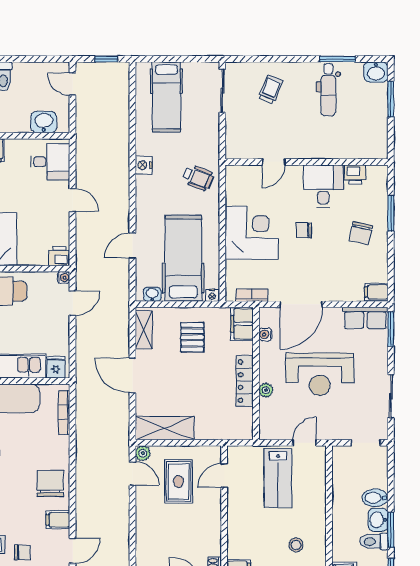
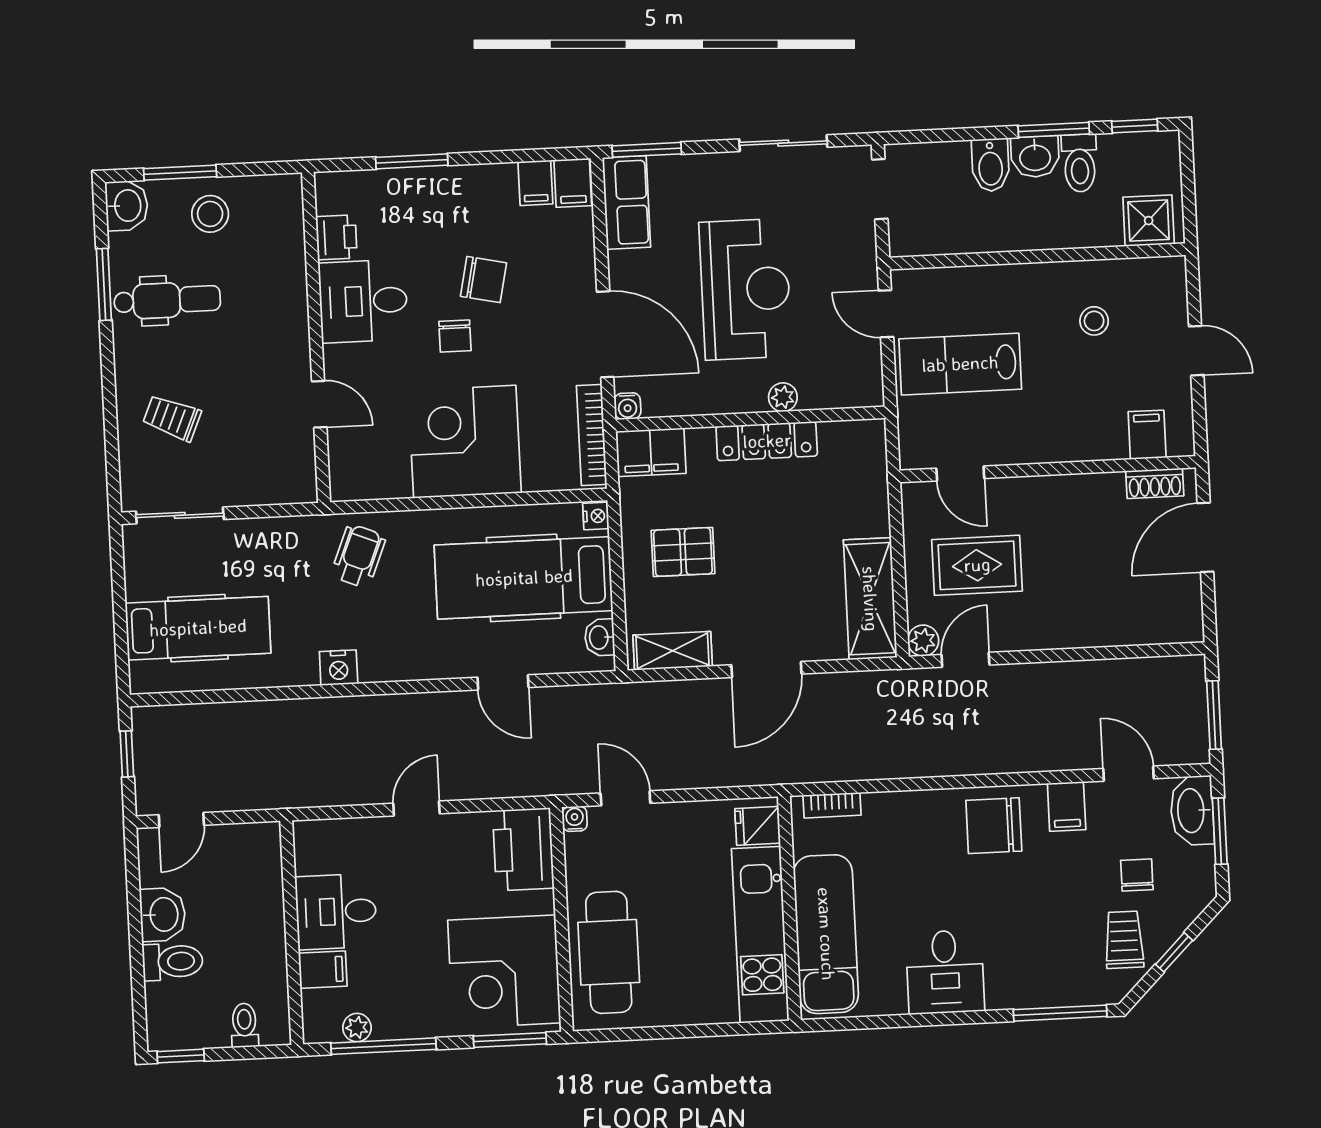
stool: (370, 113) -> (210, 214), added
washbasin: (44, 122) -> (163, 915), moved, turned 180
desk: (50, 162) -> (336, 912), moved, turned -90
chair: (361, 233) -> (484, 280), moved
printer: (59, 256) -> (523, 849), width x1.87, depth x1.48
filing cabinet: (377, 274) -> (535, 183), added
bookcase: (252, 295) -> (592, 435), width x1.56
water cooler: (265, 334) -> (627, 406), moved
bookcase: (64, 412) -> (832, 805), width x0.64
lab bench: (278, 478) -> (960, 364), turned 180

